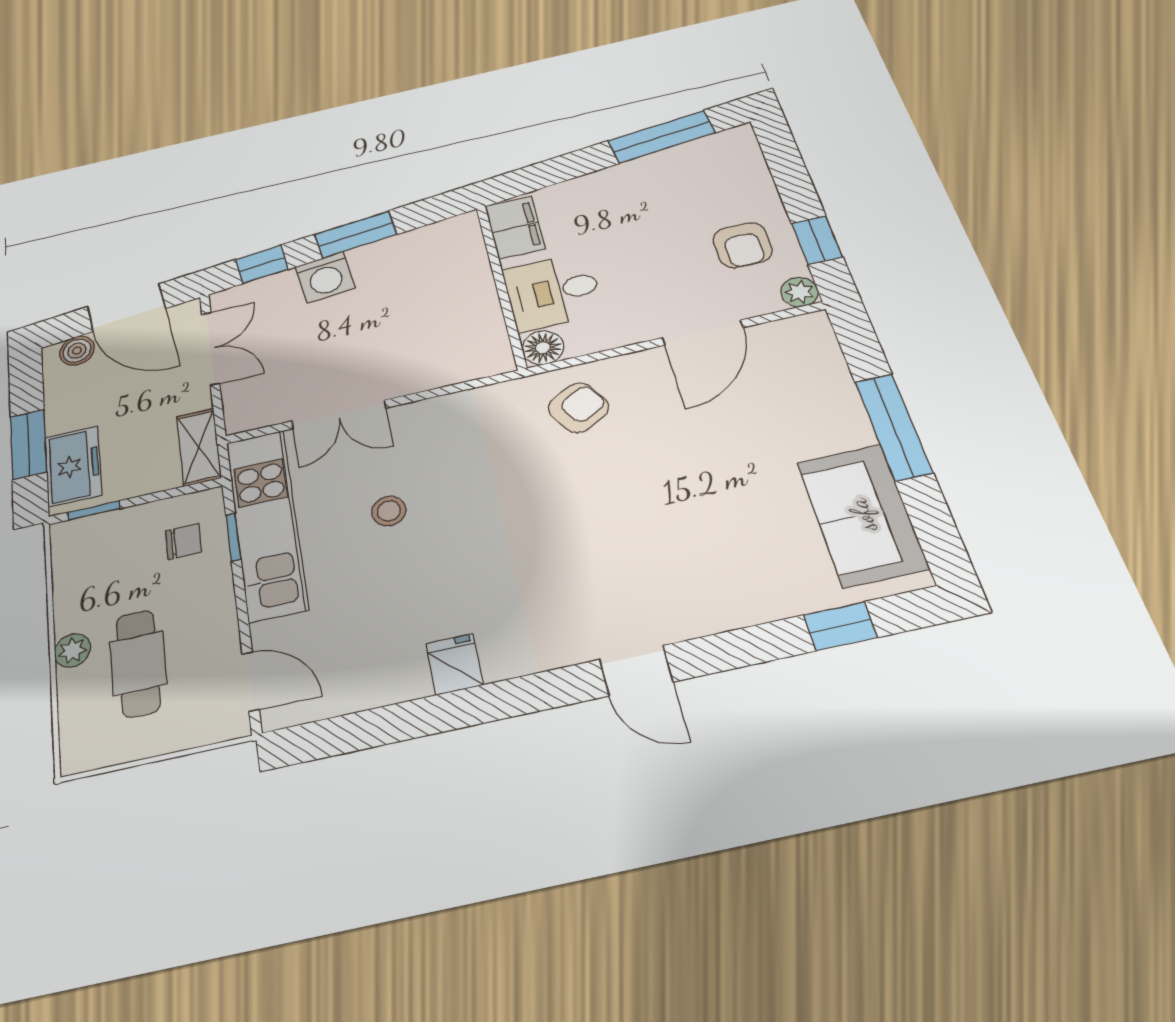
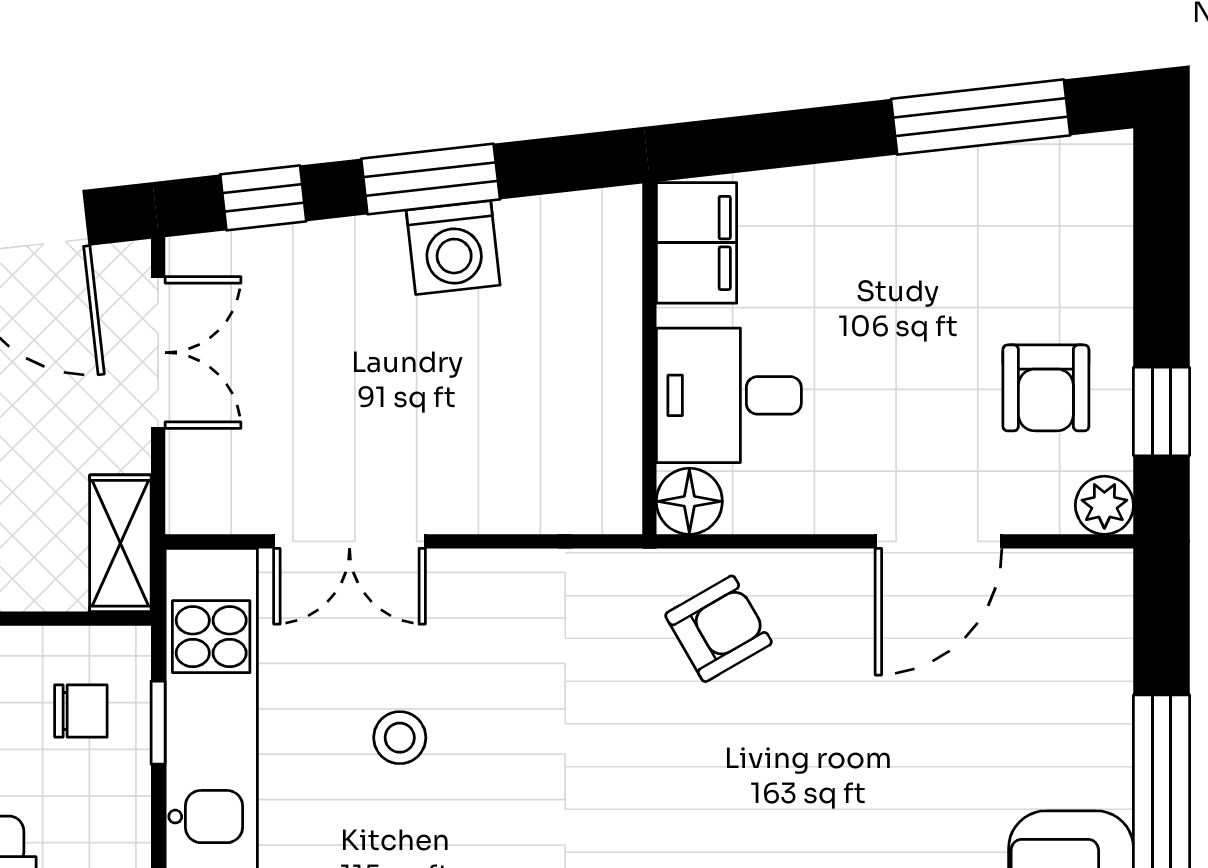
washing machine: (325, 277) -> (453, 248), moved

